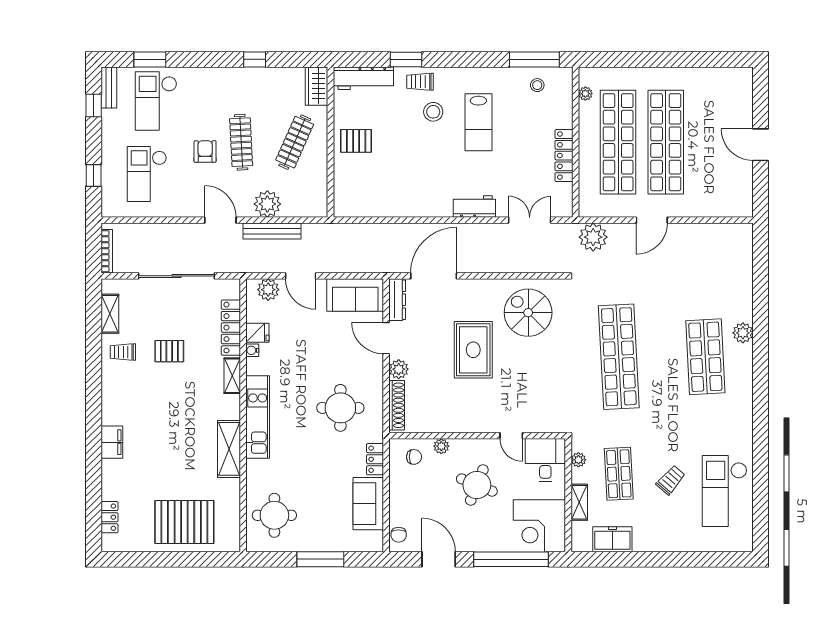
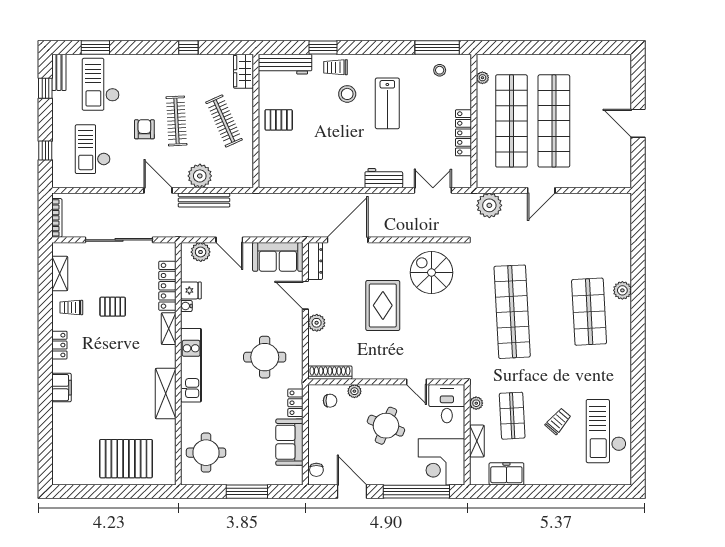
clothes rail: (295, 142) -> (224, 121), turned -48
shoe rack: (397, 405) -> (330, 373), moved, turned -90
locker: (109, 517) -> (59, 345), moved

